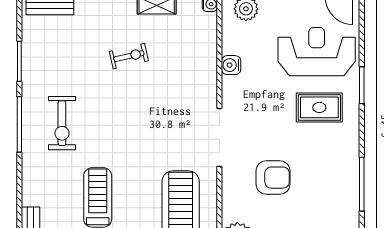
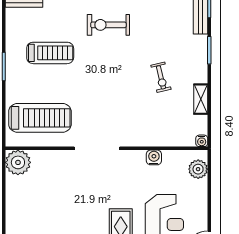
armchair: (273, 178) -> (66, 190), removed

